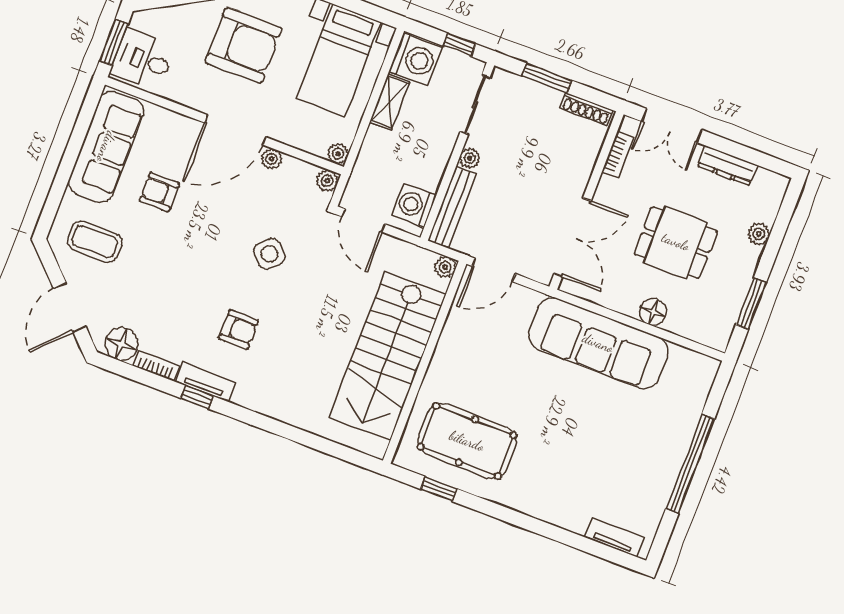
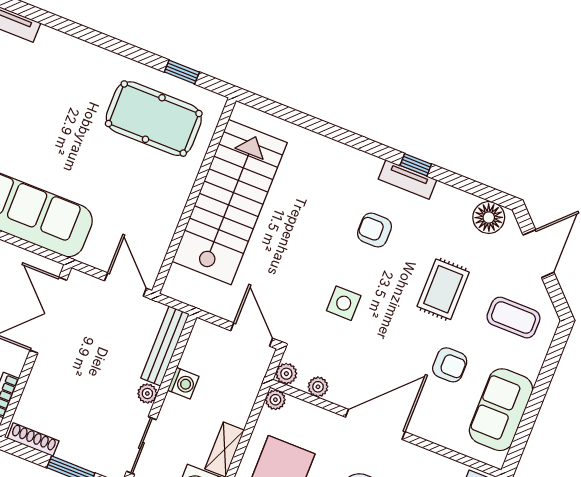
sofa: (106, 147) -> (501, 410), width x0.73
plant: (272, 159) -> (318, 387), moved
washing machine: (414, 205) -> (183, 383), moved, width x0.73, depth x0.73
side table: (269, 254) -> (344, 303), turned 45
plant: (445, 267) -> (173, 288), removed
rug: (167, 270) -> (443, 289), added
door: (494, 270) -> (125, 285), hinge flipped
bookcase: (156, 365) -> (455, 196), removed

